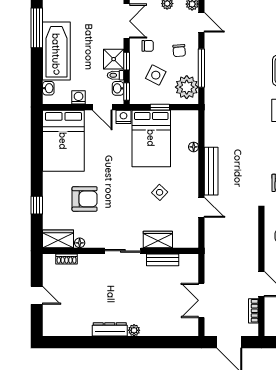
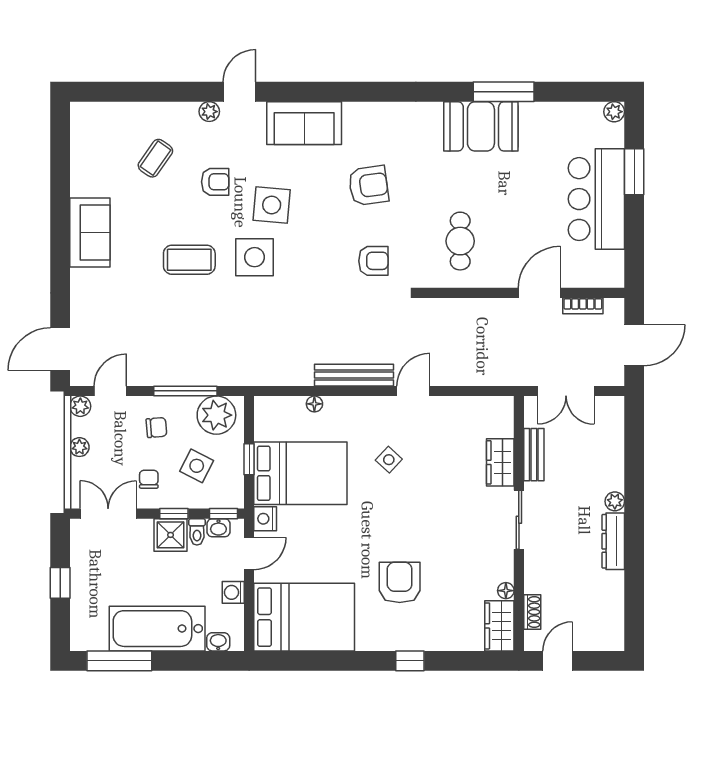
wardrobe: (58, 239) -> (499, 626), moved
wardrobe: (158, 239) -> (500, 462), moved
floor lamp: (80, 243) -> (506, 591), moved
wall: (121, 251) -> (519, 523), moved
sliding door: (123, 251) -> (519, 520), moved
shoe rack: (67, 259) -> (532, 612), moved
bench: (163, 260) -> (534, 455), moved

